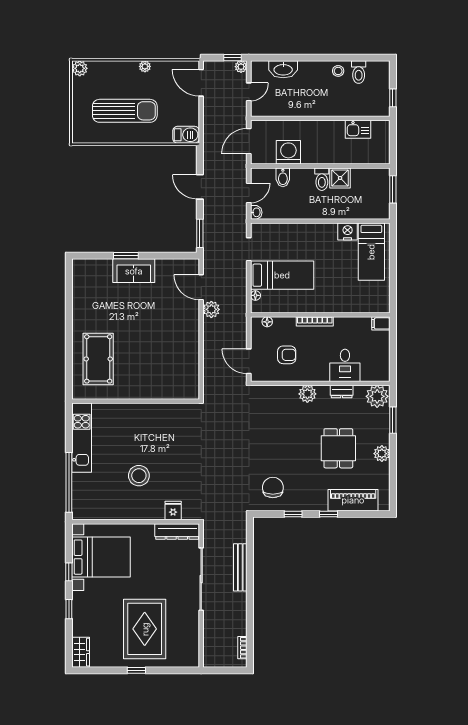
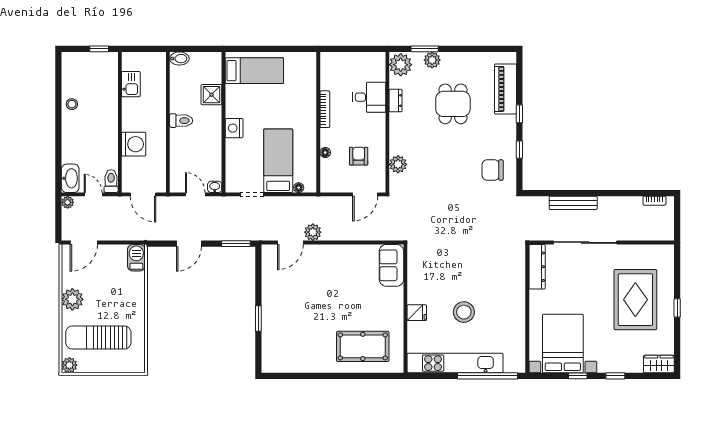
window: (233, 58) -> (58, 211), removed
plant: (145, 66) -> (72, 299), width x1.87, depth x1.87
washbasin: (283, 69) -> (70, 178), moved
toilet: (359, 72) -> (111, 181), moved, turned -90
sun lounger: (125, 111) -> (98, 338), moved, turned -90
washing machine: (288, 152) -> (134, 144), moved, turned 180
bidet: (283, 177) -> (179, 59), moved
shower: (340, 178) -> (211, 95), moved
window: (393, 189) -> (192, 49), removed
nightstand: (348, 232) -> (234, 128), moved
sofa: (134, 271) -> (391, 265), moved, turned 180
bookcase: (315, 321) -> (325, 109), moved
floor lamp: (267, 322) -> (325, 153), moved
filing cabinet: (381, 323) -> (327, 61), removed
plant: (307, 394) -> (398, 164), moved
kitchen unit: (82, 438) -> (455, 363), width x1.36
dining table: (338, 448) -> (453, 104), turned 90
plant: (382, 454) -> (432, 60), moved
stool: (139, 476) -> (464, 312), moved
fridge: (173, 510) -> (417, 313), moved, turned 180
rug: (145, 629) -> (635, 300), turned 90

